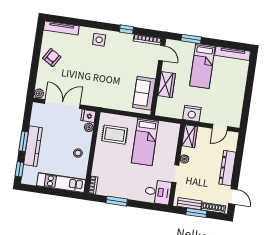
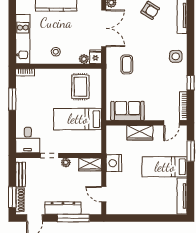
coffee table: (100, 87) -> (127, 64), added
window: (238, 160) -> (73, 218), added
window: (196, 213) -> (12, 197), moved

